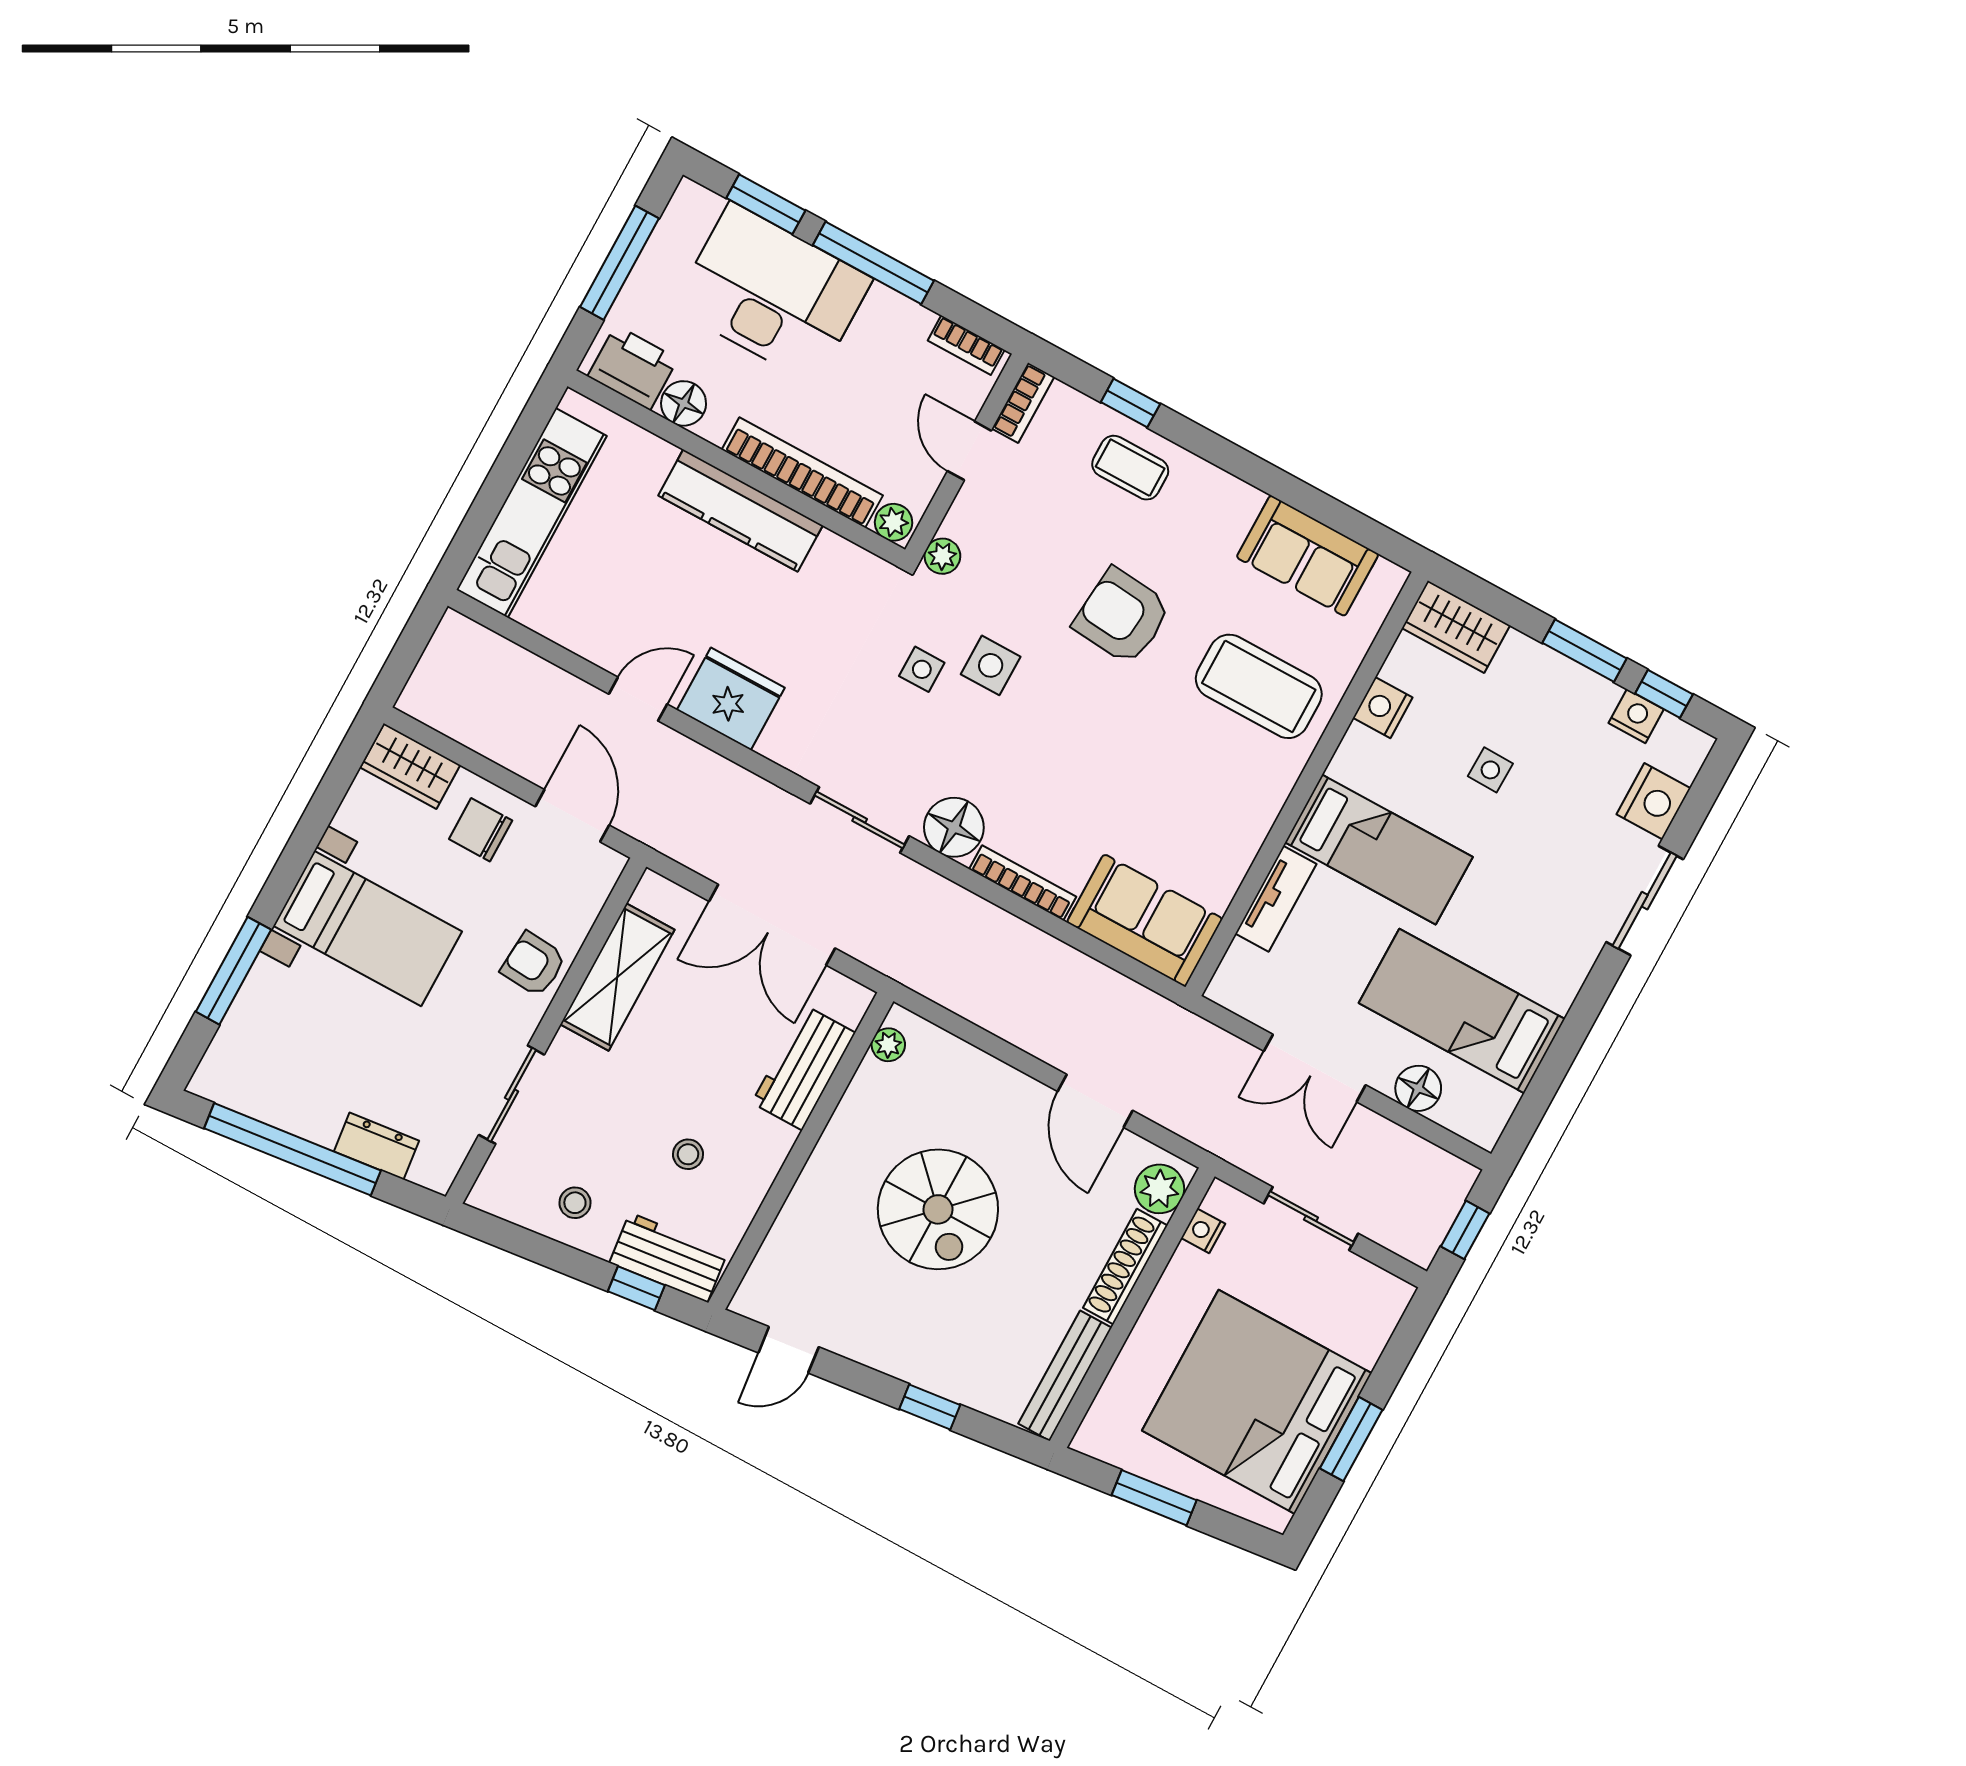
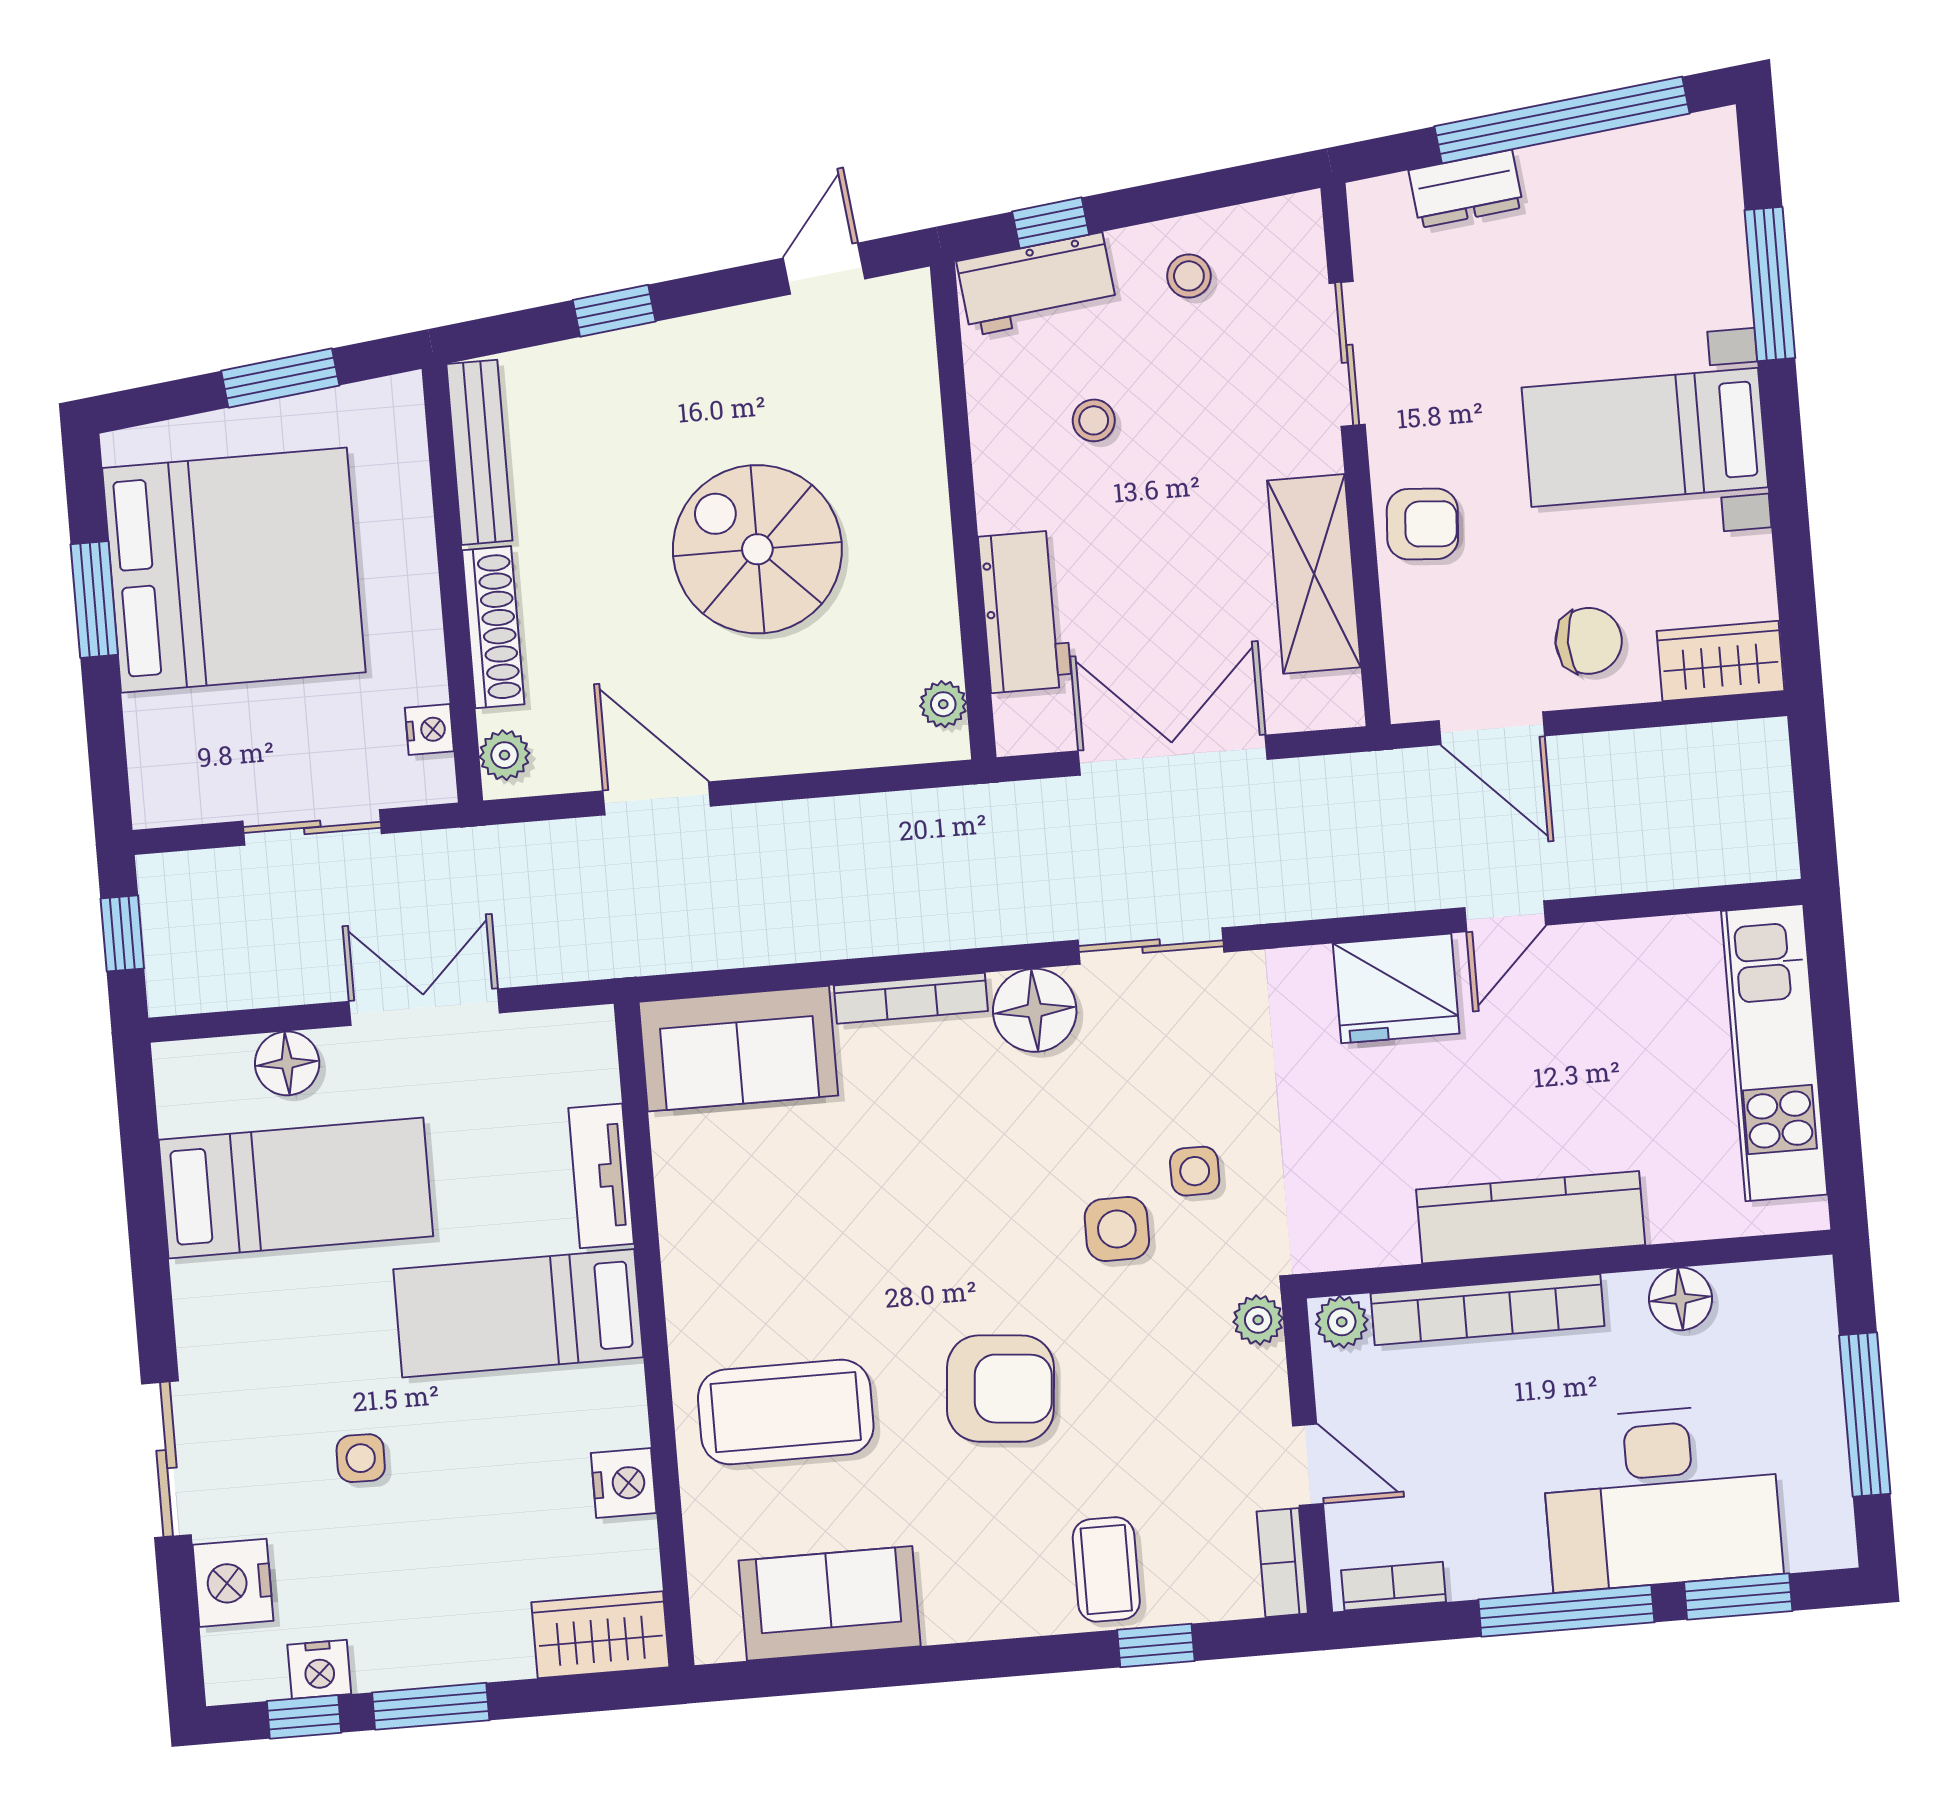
printer: (633, 368) -> (1768, 1302), removed
coffee table: (1130, 468) -> (1106, 1569), turned 90
side table: (1490, 770) -> (361, 1458), moved
plant: (1159, 1189) -> (505, 755), width x0.73, depth x0.73

